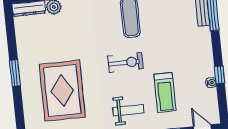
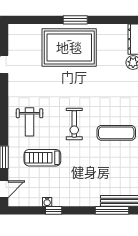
rug: (62, 91) -> (69, 47), moved

